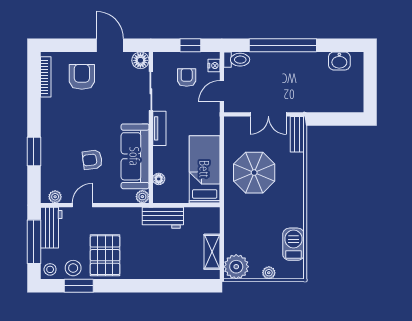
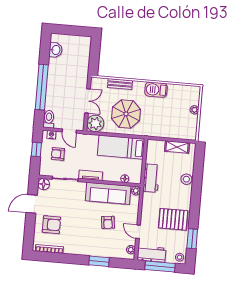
armchair: (82, 77) -> (51, 225), turned 180
bench: (297, 134) -> (120, 84), moved
barbecue: (293, 244) -> (156, 90), moved
plant: (236, 267) -> (95, 123), moved
stool: (73, 268) -> (186, 179), moved

